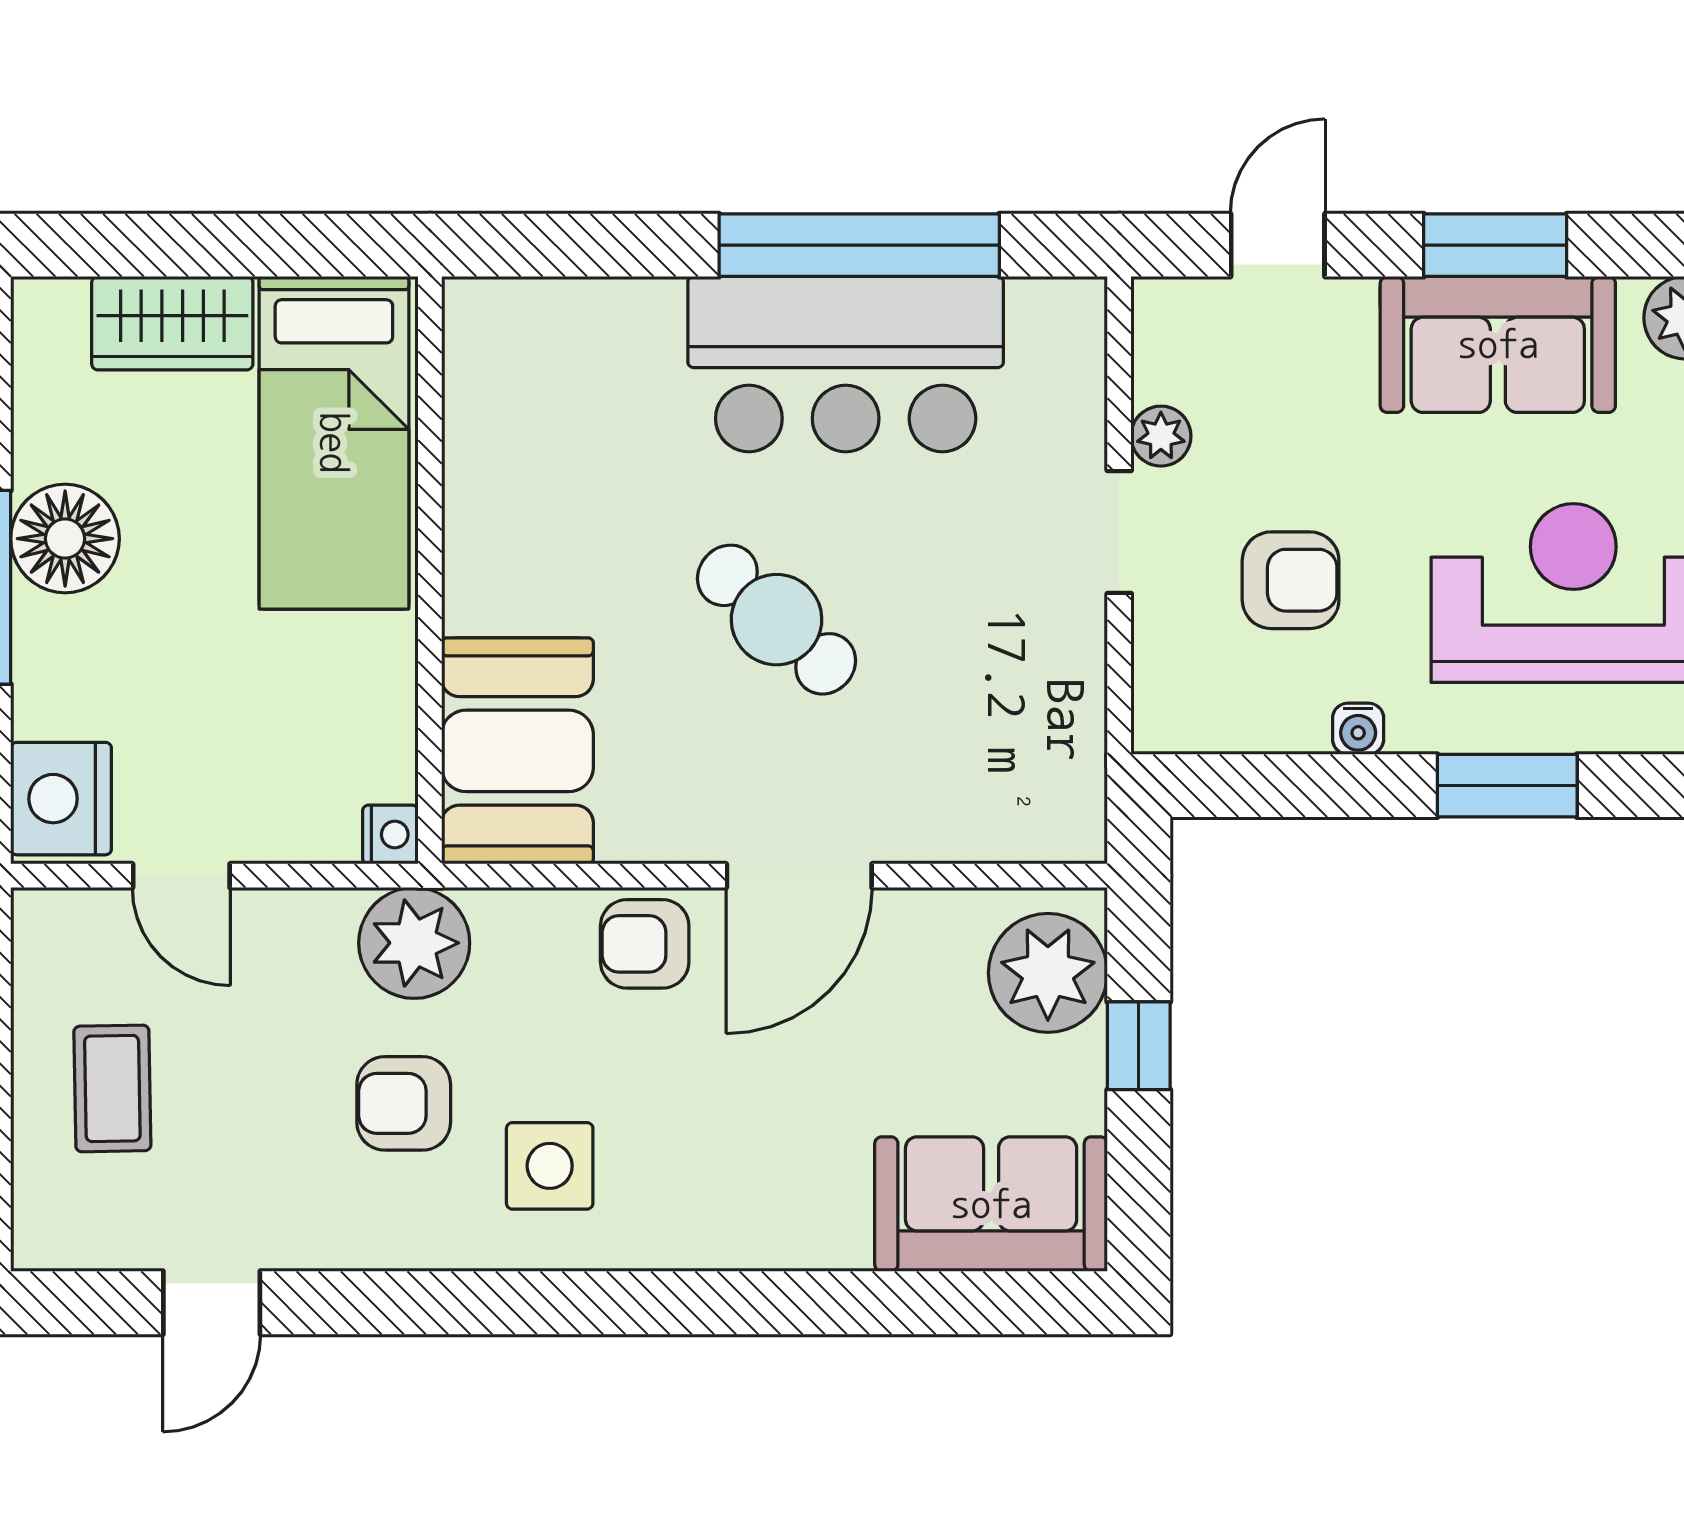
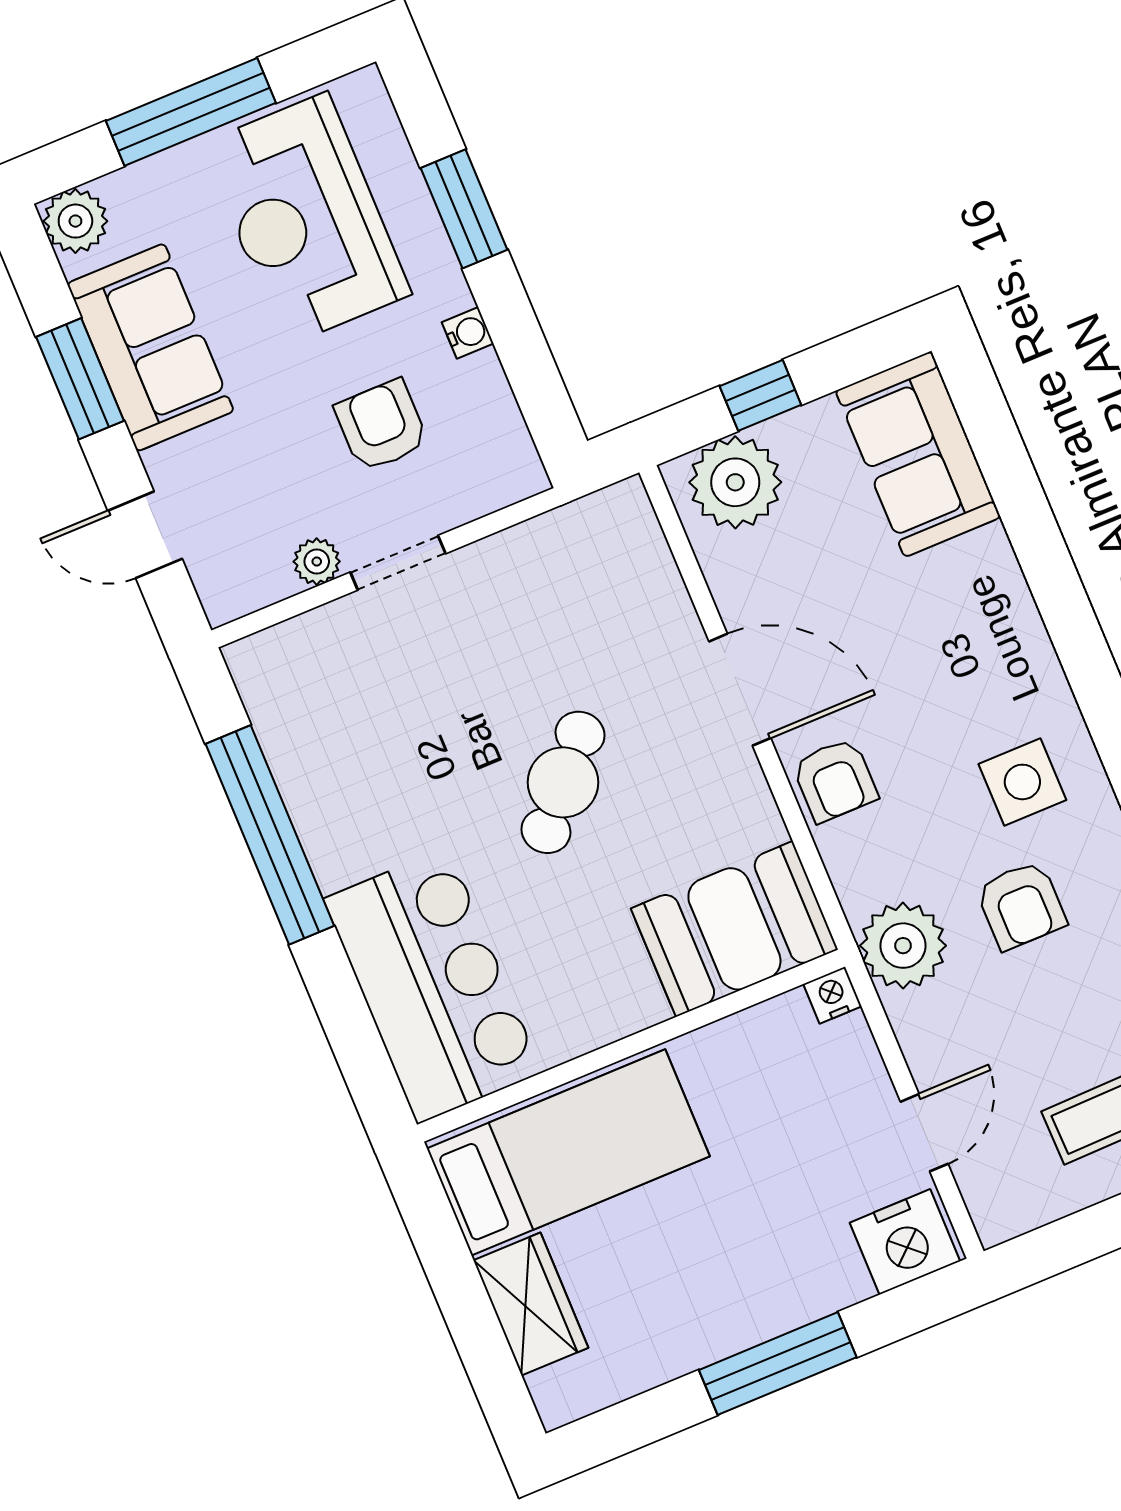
bar counter: (846, 364) -> (433, 986), moved
floor lamp: (65, 539) -> (717, 1317), removed

